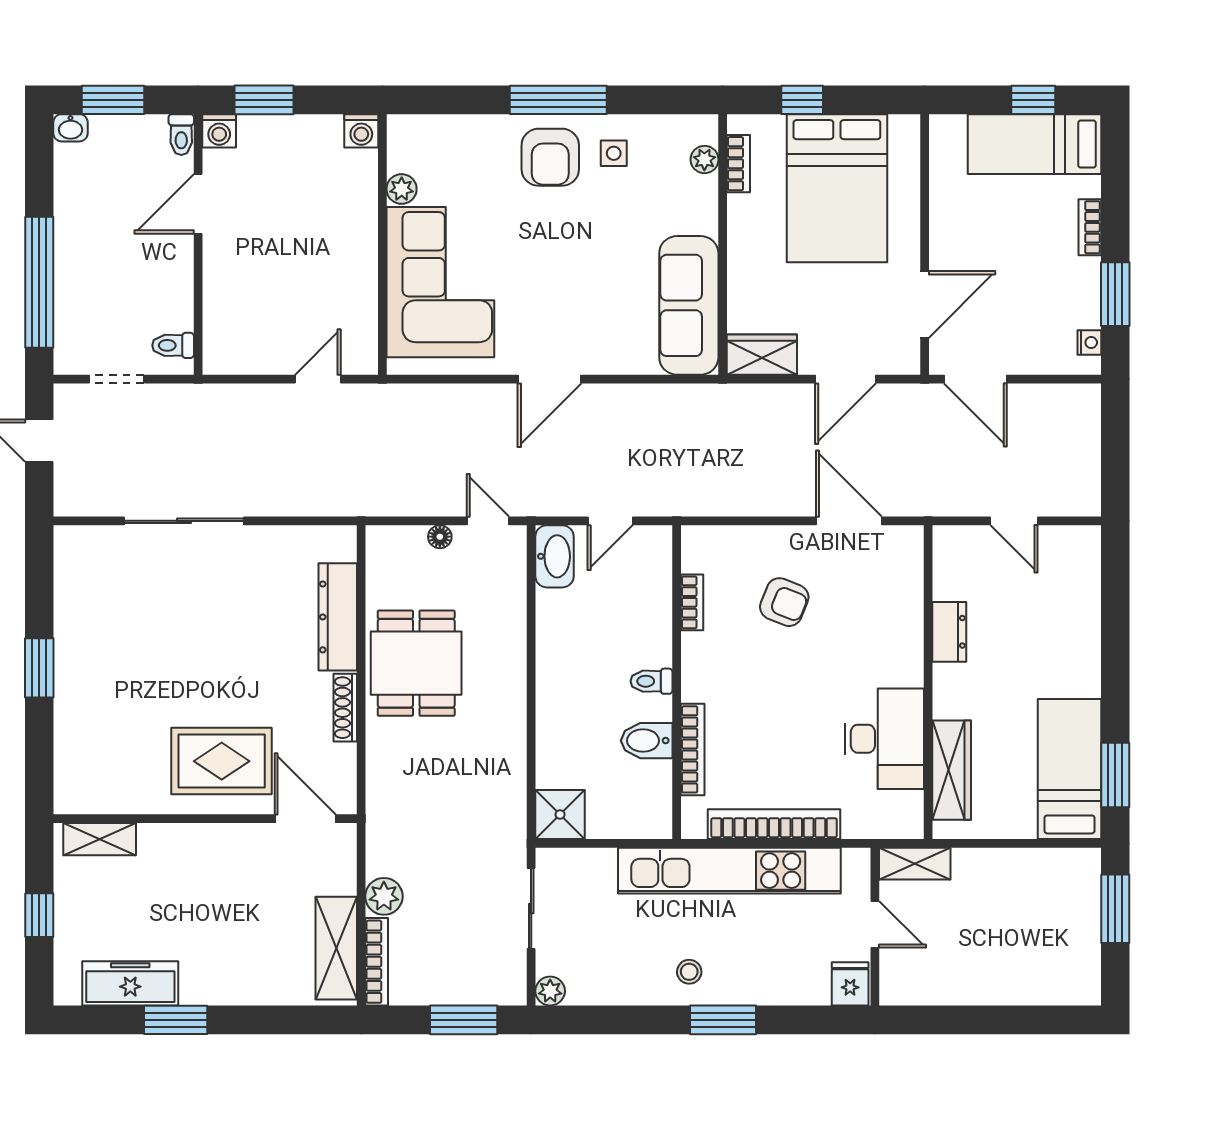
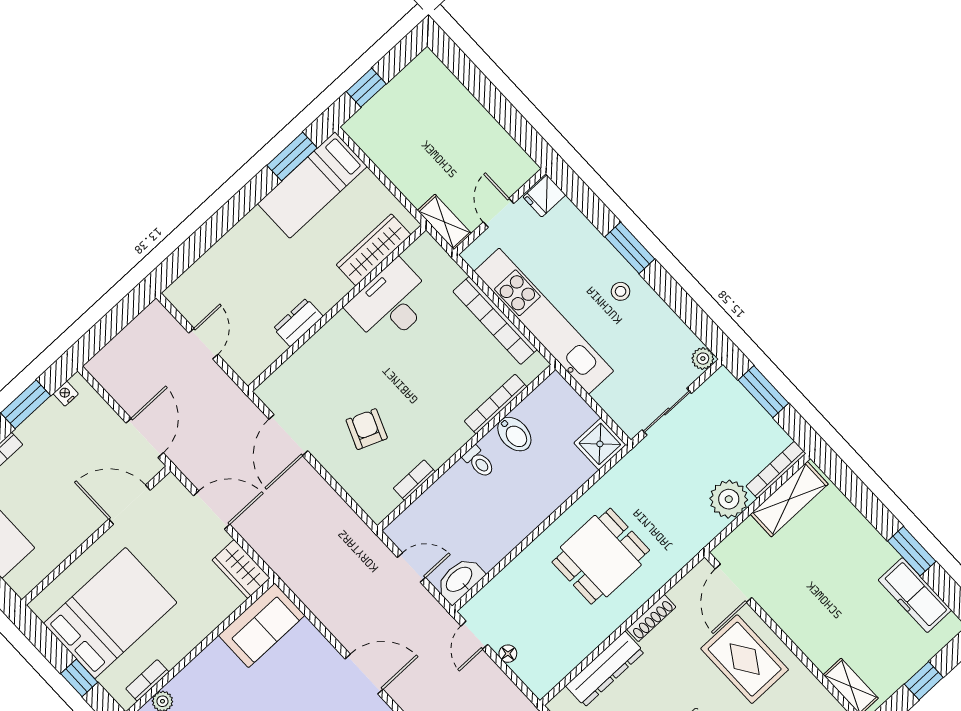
sofa: (689, 305) -> (262, 625), width x0.73
dining table: (416, 663) -> (601, 556), moved
plant: (384, 896) -> (729, 499), width x1.36, depth x1.36
window: (1115, 909) -> (366, 88), width x0.67

